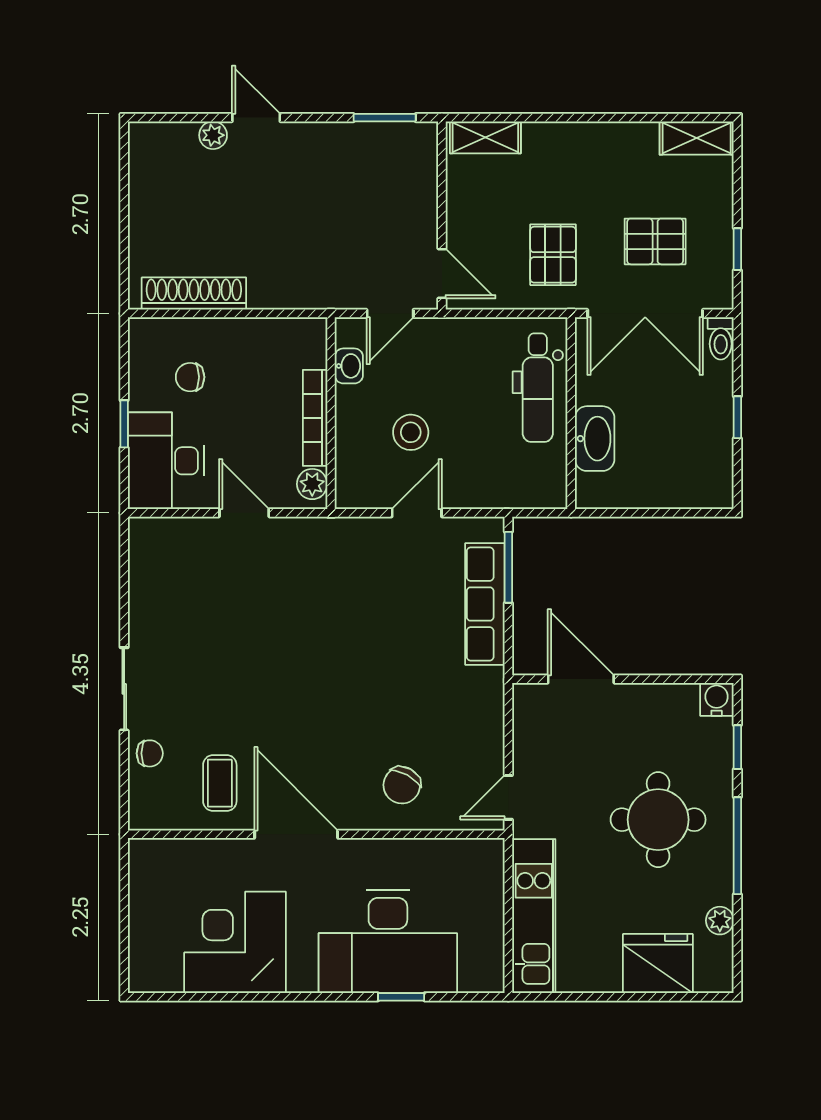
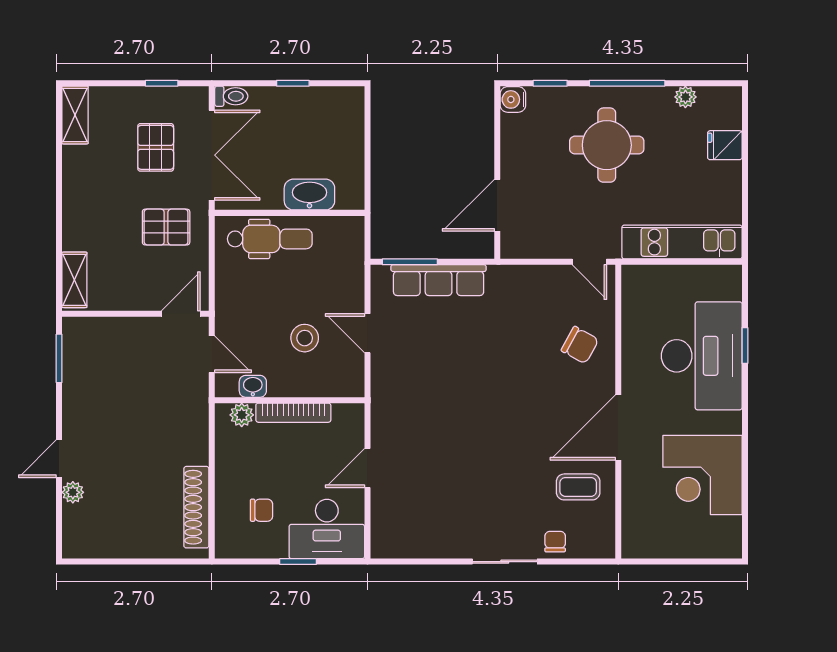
chair: (190, 377) -> (262, 510), turned -90
plant: (312, 484) -> (242, 415), moved
fridge: (658, 964) -> (725, 145), width x0.53, depth x0.75

